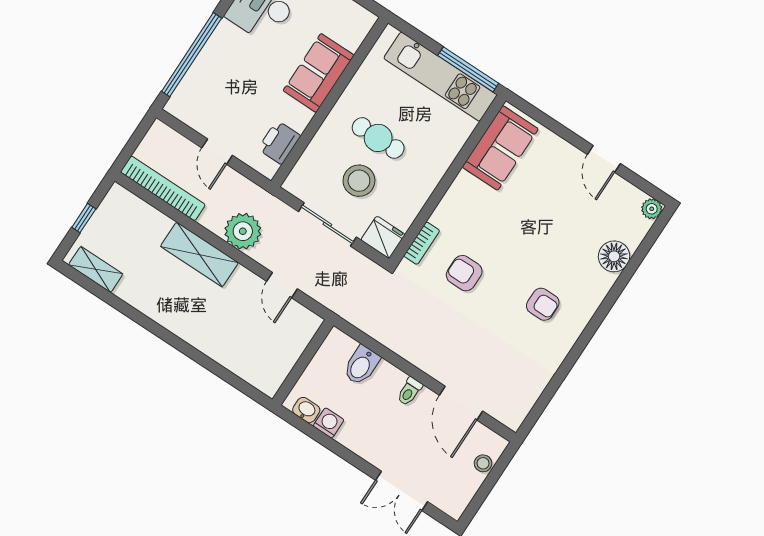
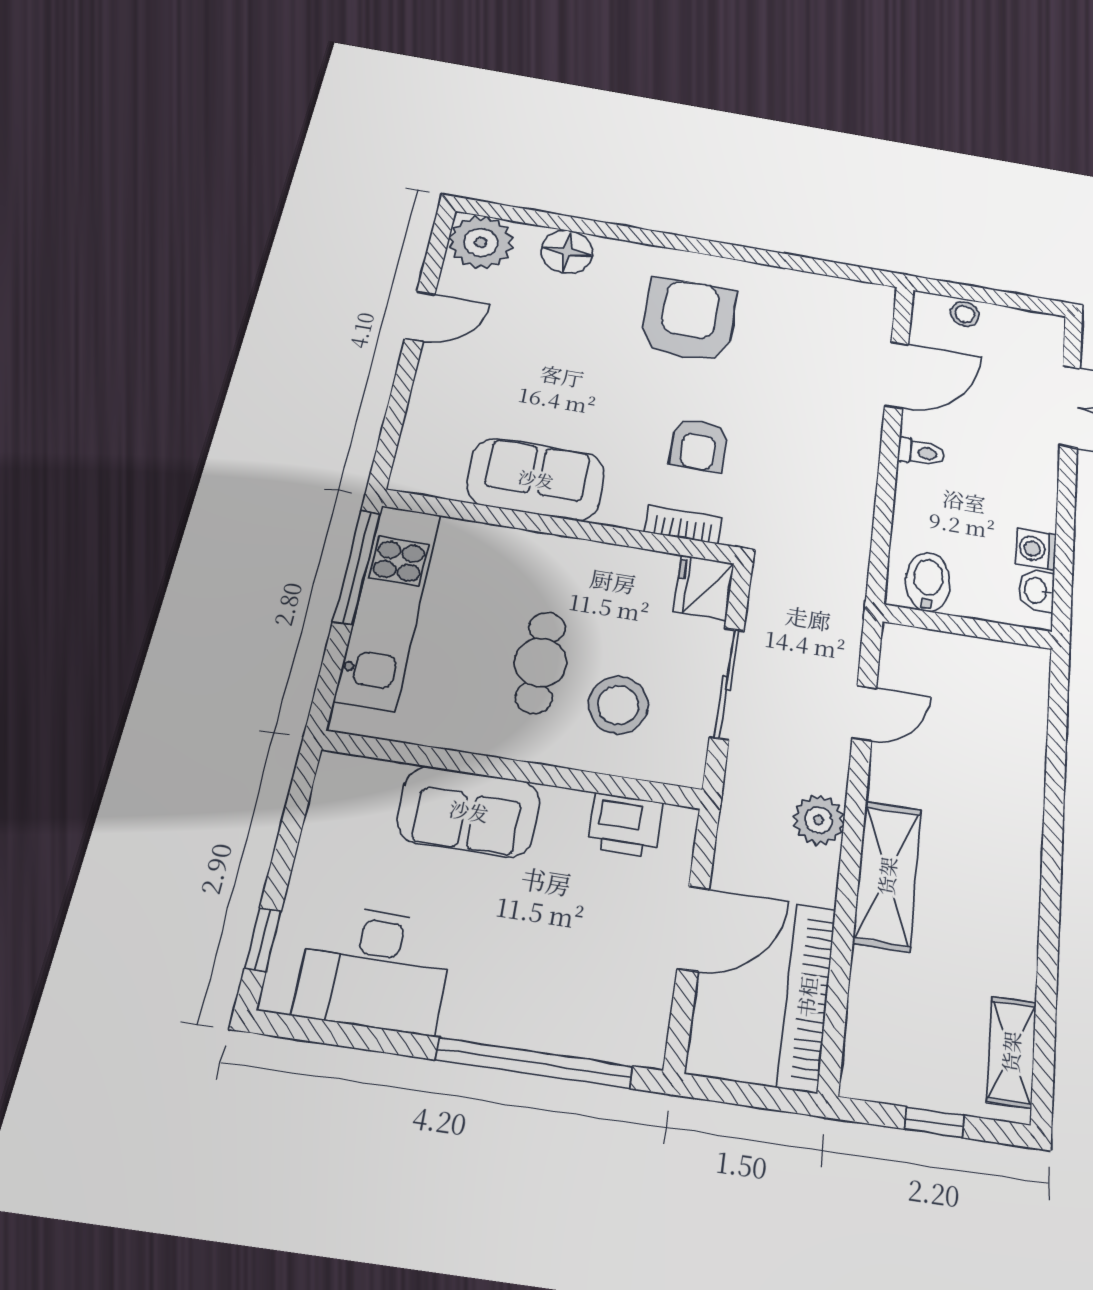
sofa: (500, 148) -> (536, 479), moved
door: (217, 152) -> (693, 929), width x1.38
stool: (359, 181) -> (618, 705), moved
plant: (652, 209) -> (481, 242), width x1.88, depth x1.88
plant: (243, 231) -> (819, 820), width x0.73, depth x0.73
armchair: (543, 304) -> (689, 320), width x1.88, depth x1.88
bidet: (361, 365) -> (928, 582), moved, turned -90

